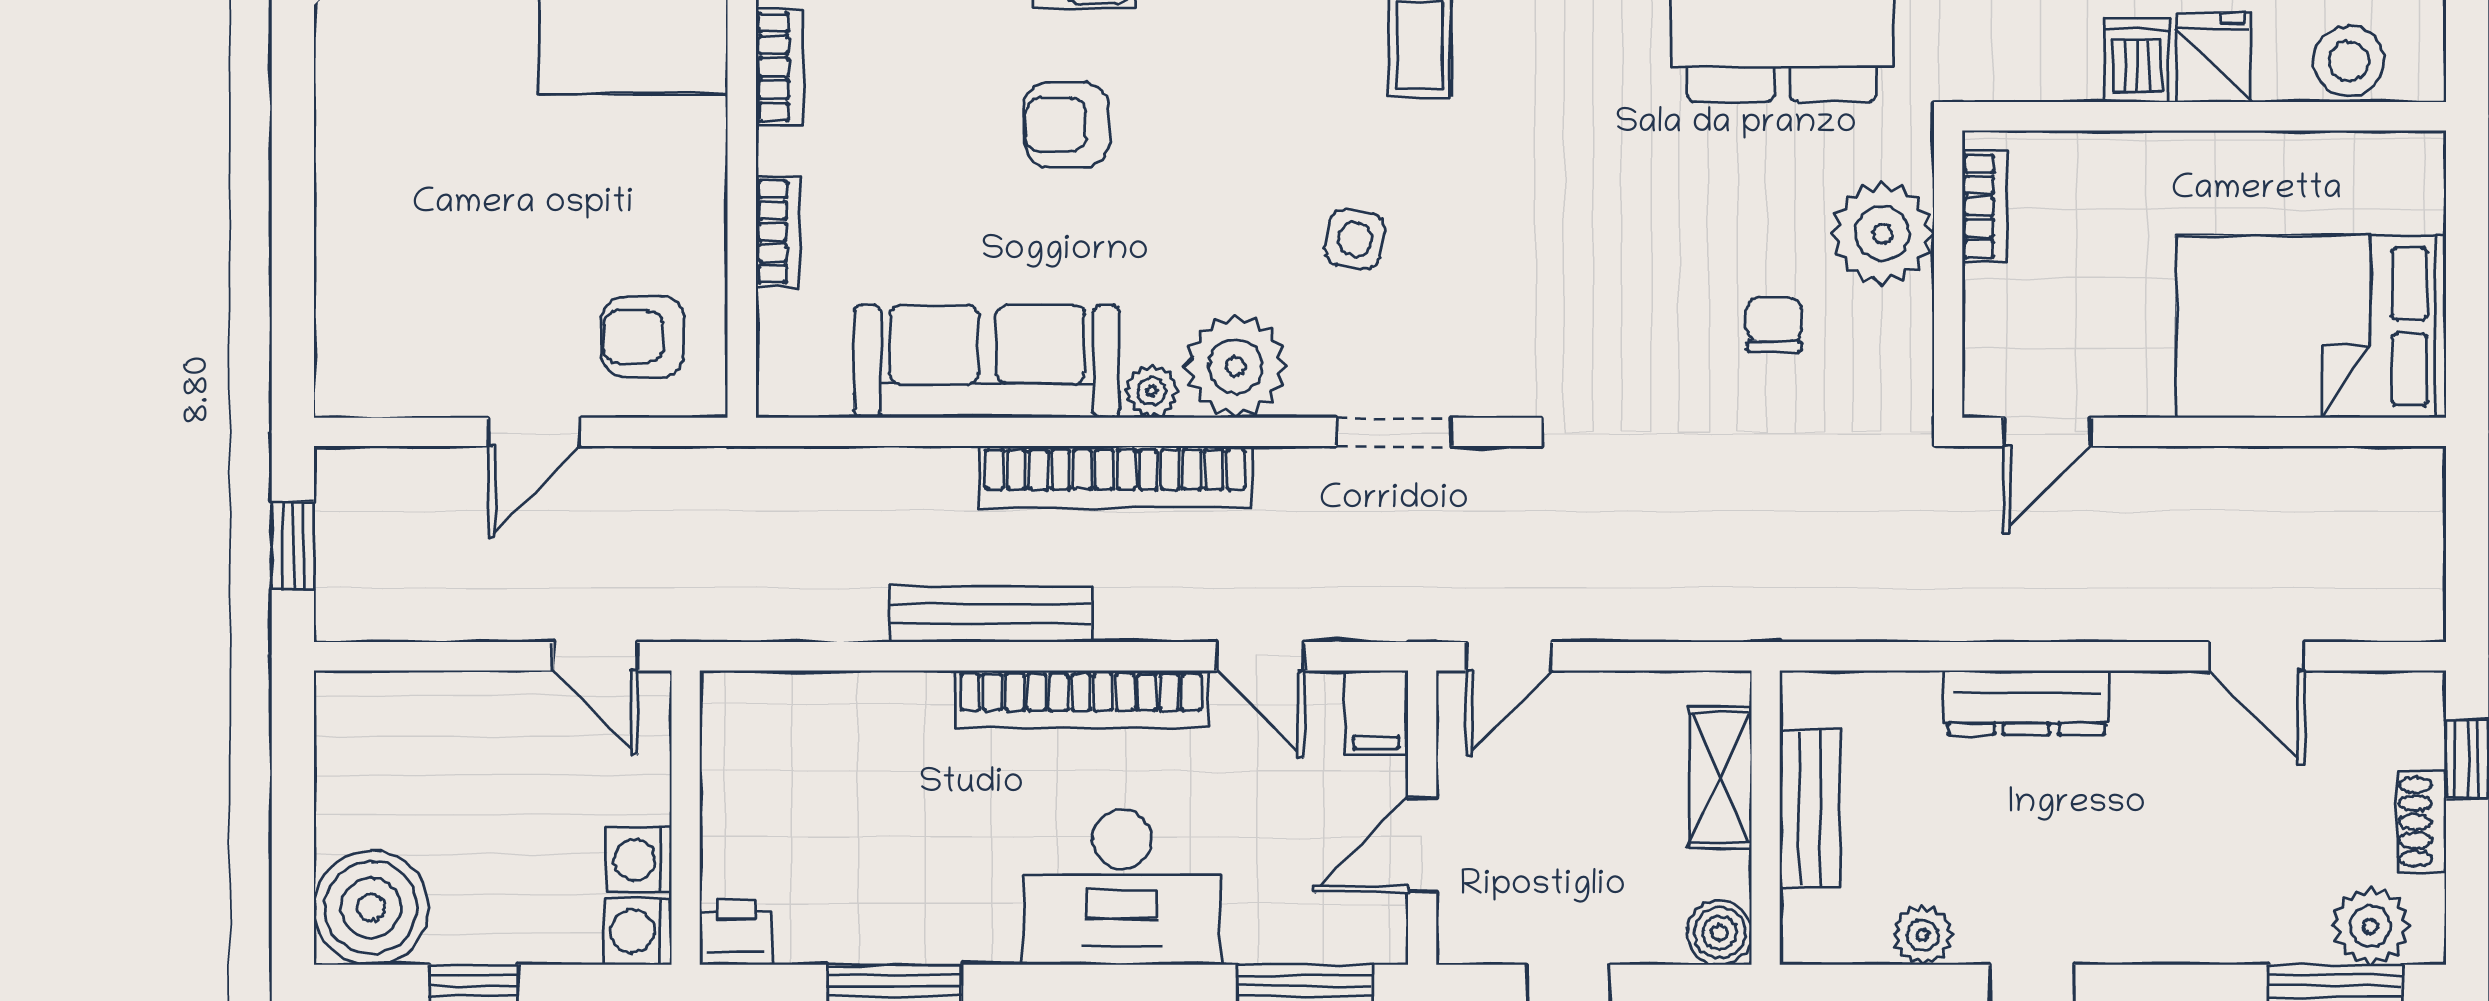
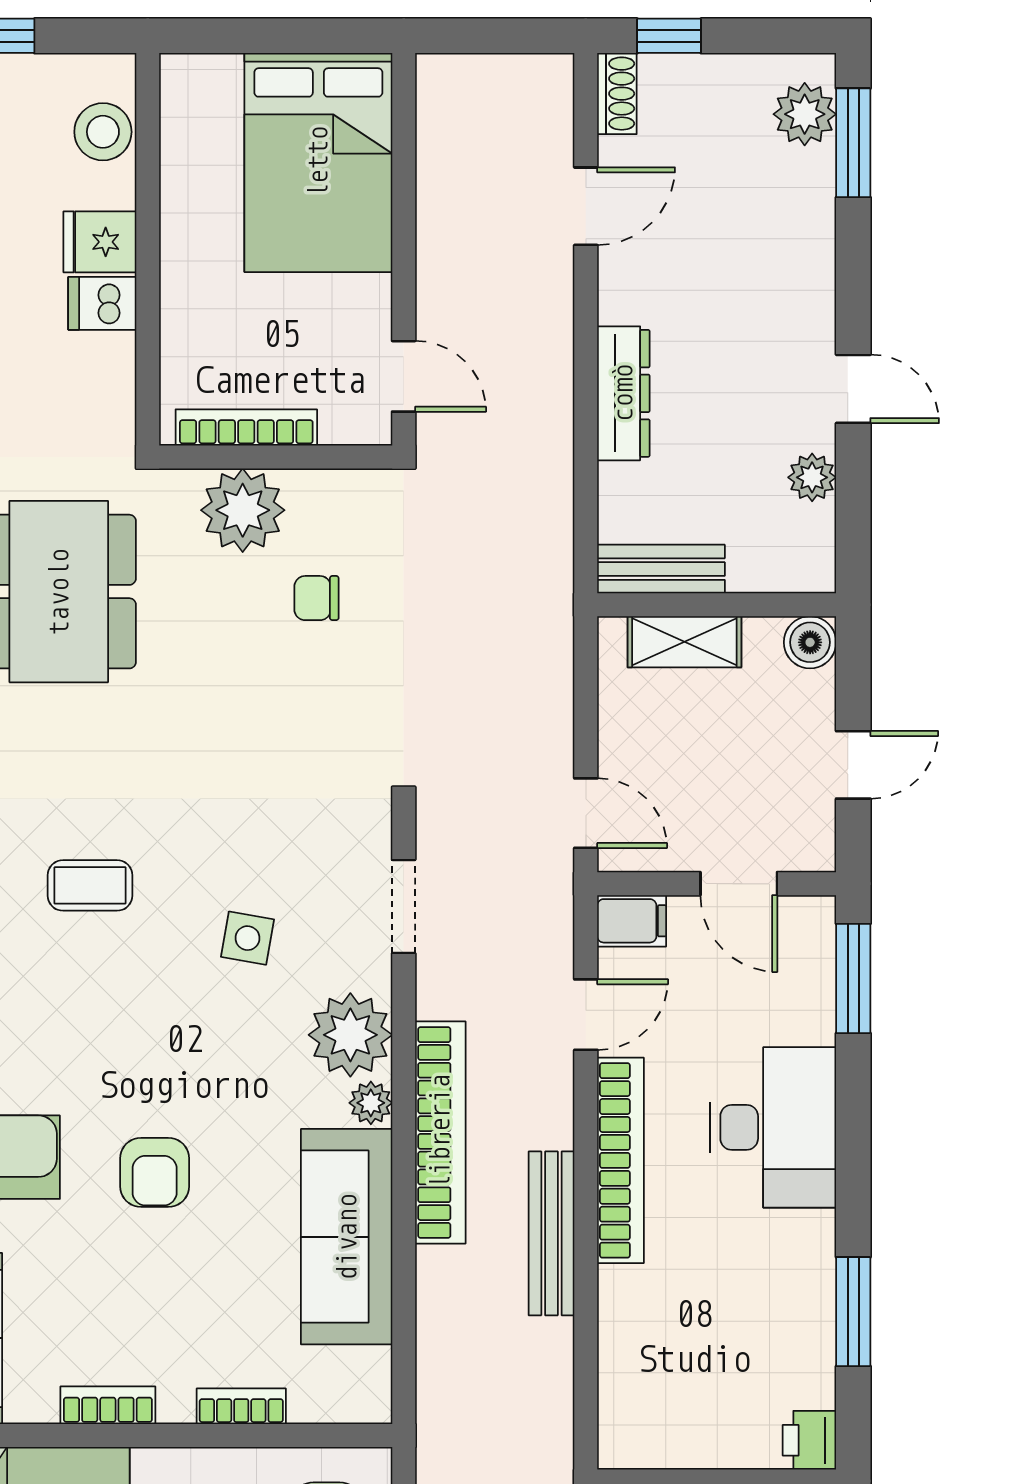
bookcase: (1984, 206) -> (246, 427), width x1.56
bench: (1810, 808) -> (661, 569), moved
shoe rack: (2422, 822) -> (617, 94), moved, turned -90

